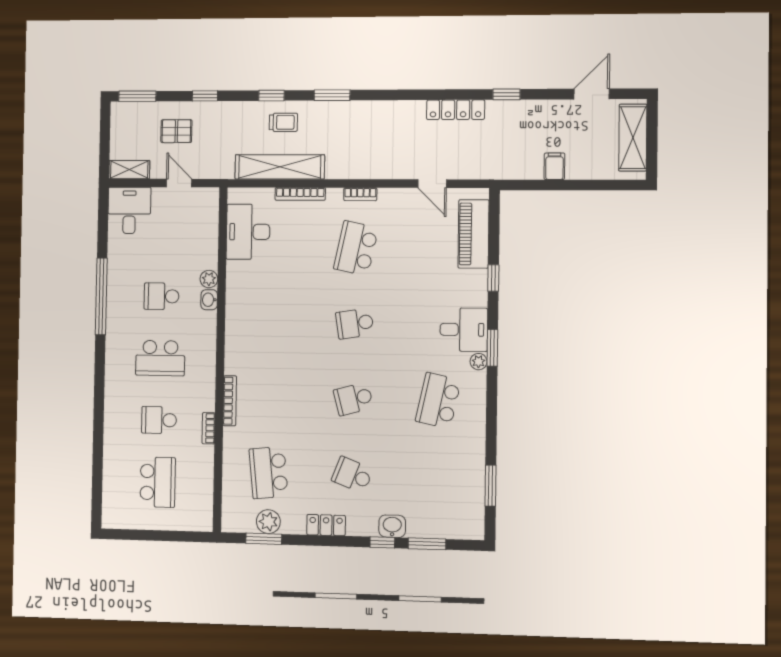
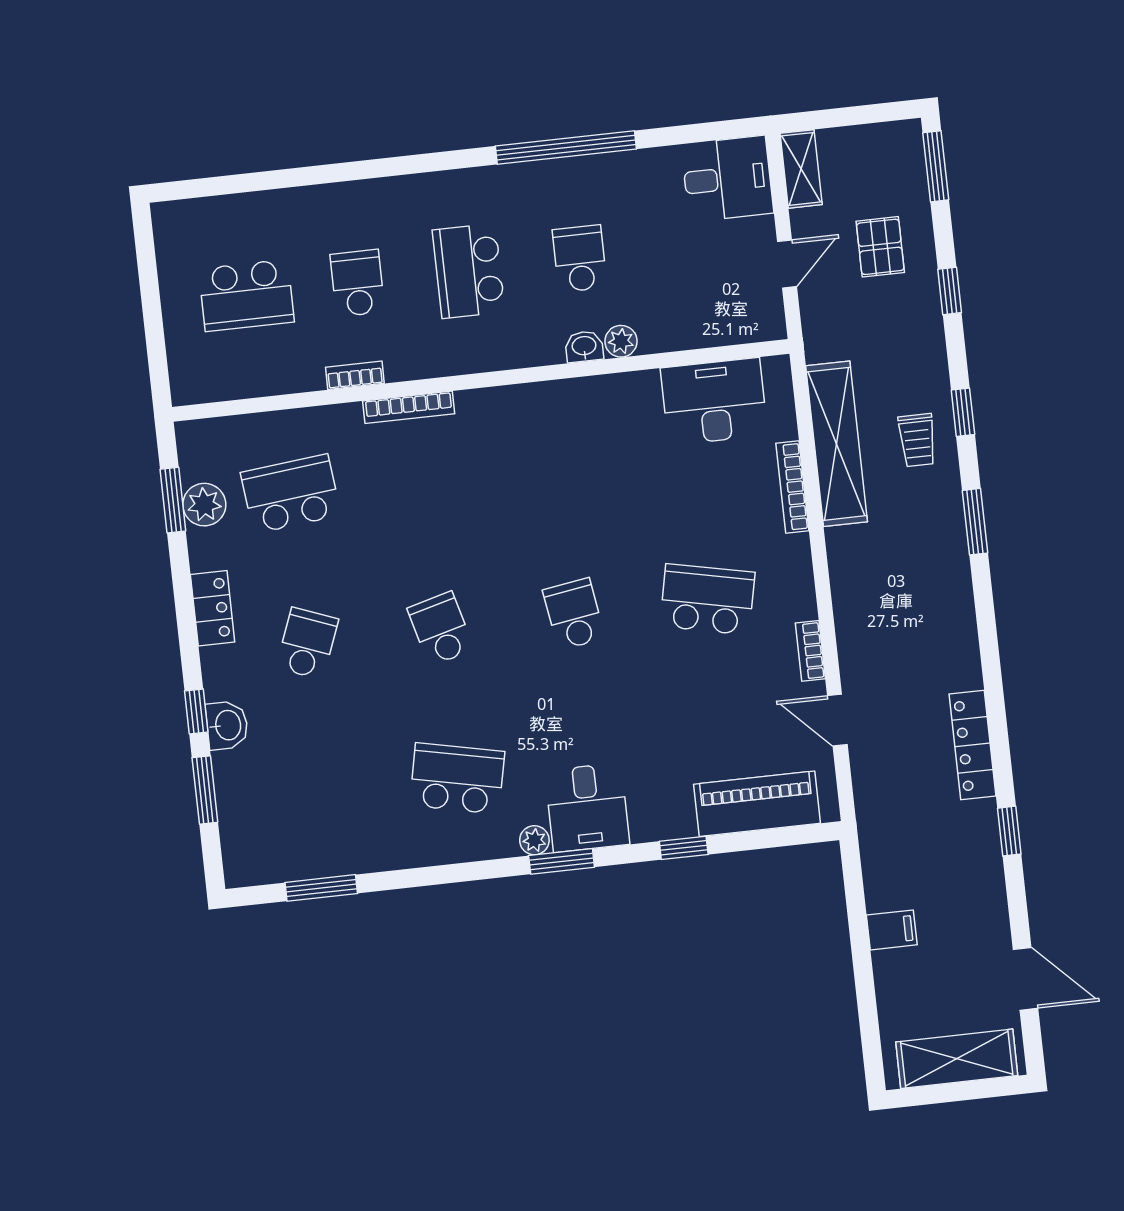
door: (432, 184) -> (837, 720), hinge flipped
bookcase: (360, 194) -> (810, 651), moved

